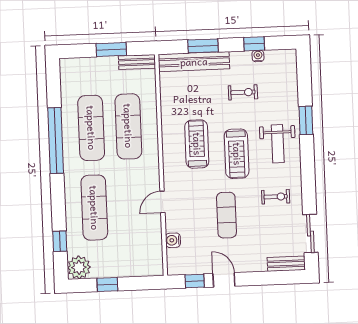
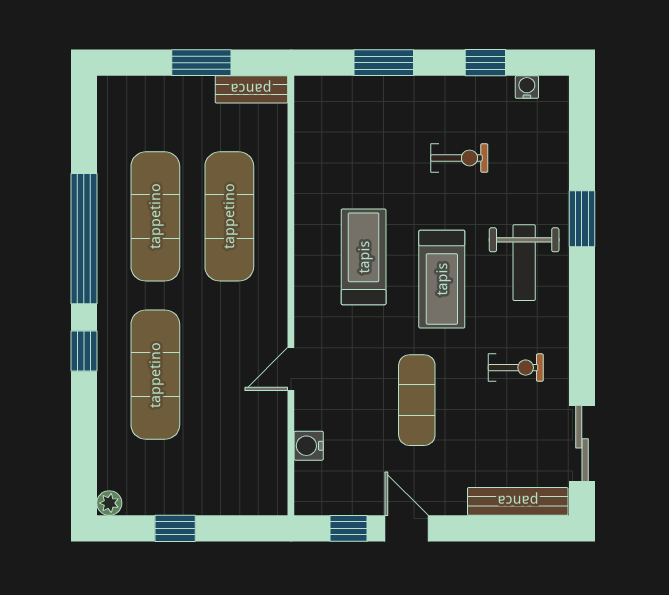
water cooler: (258, 56) -> (527, 87), moved
bench: (194, 62) -> (364, 93), removed
window: (60, 241) -> (84, 351), moved
bench: (286, 264) -> (518, 501), width x1.36
plant: (79, 267) -> (109, 503), width x0.53, depth x0.53

